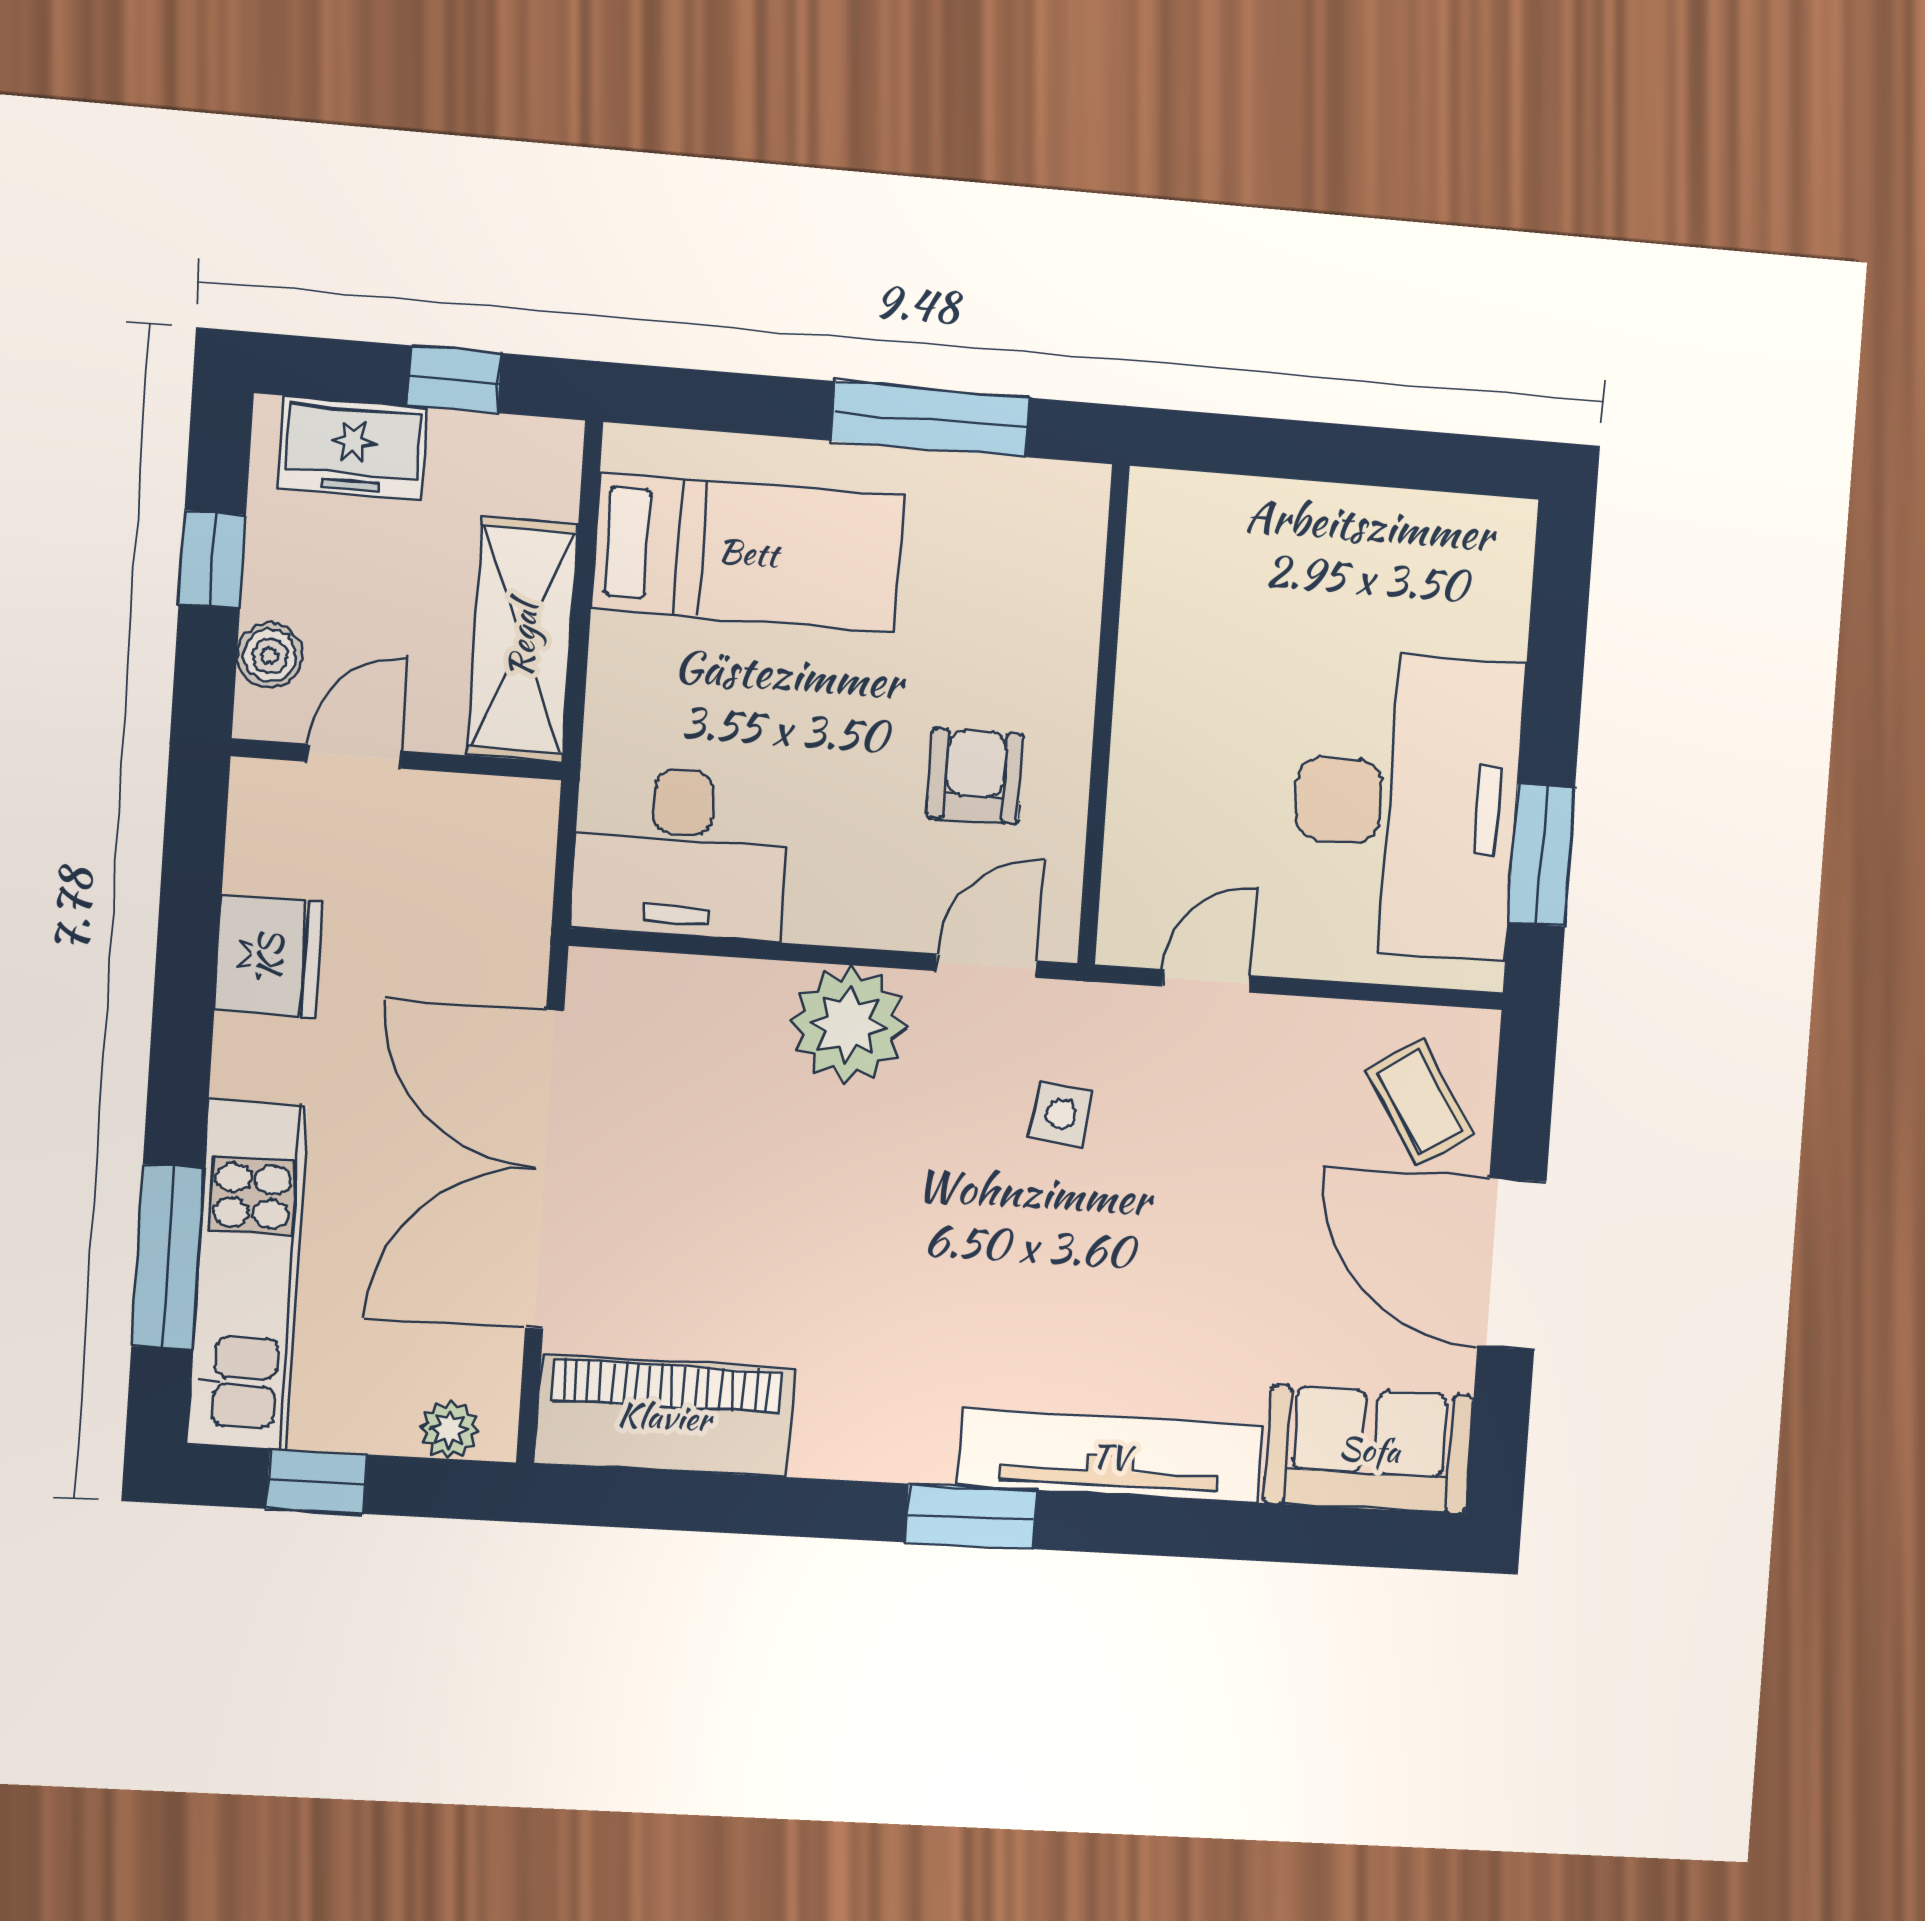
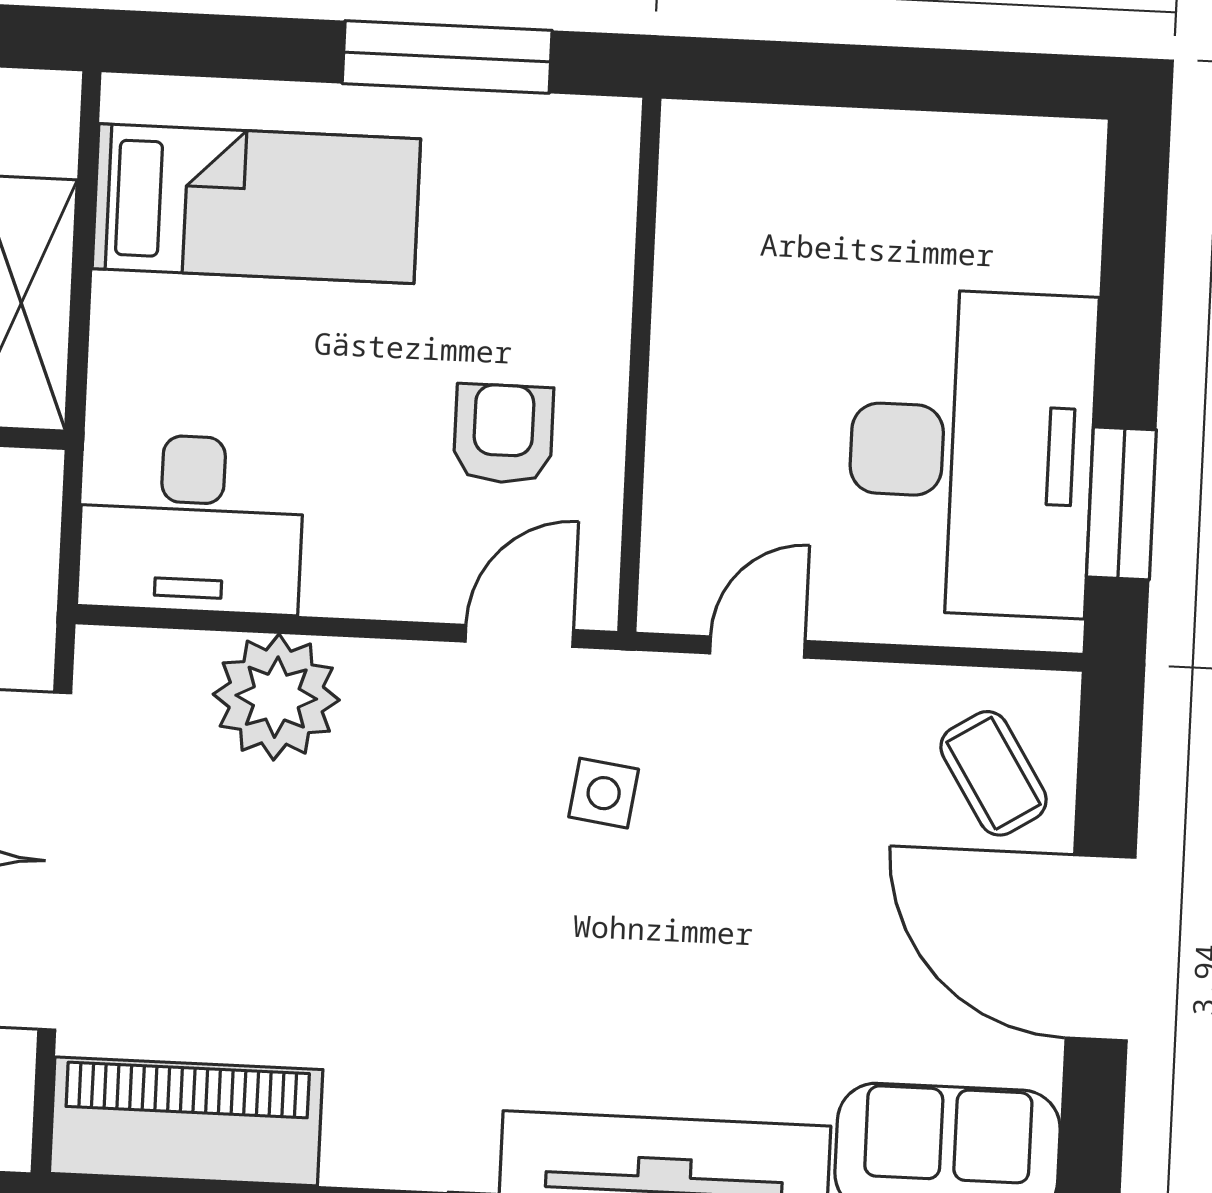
plant: (848, 1025) -> (276, 697), moved

